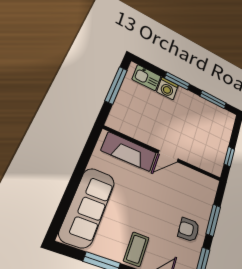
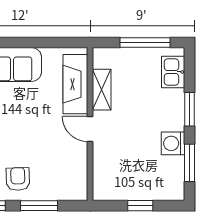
washing machine: (168, 88) -> (173, 143), moved
shelving: (141, 134) -> (102, 90), added
window: (229, 157) -> (140, 206), moved

